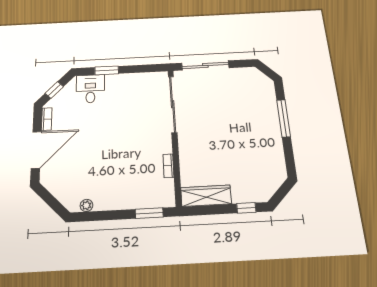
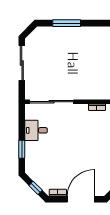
sliding door: (205, 65) -> (22, 63), moved
desk: (90, 89) -> (36, 130), moved
door: (36, 150) -> (81, 199), hinge flipped

